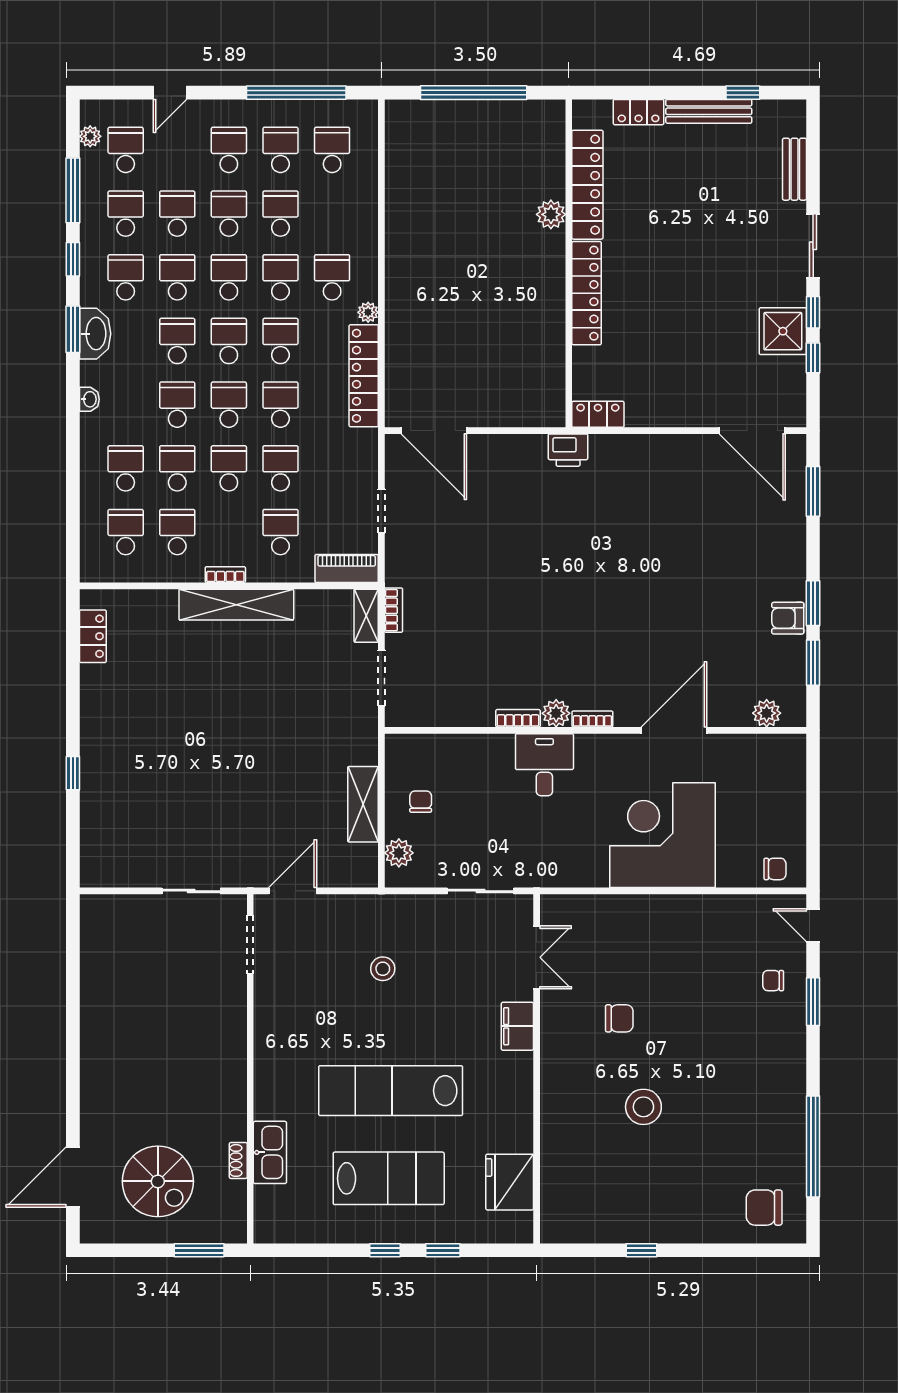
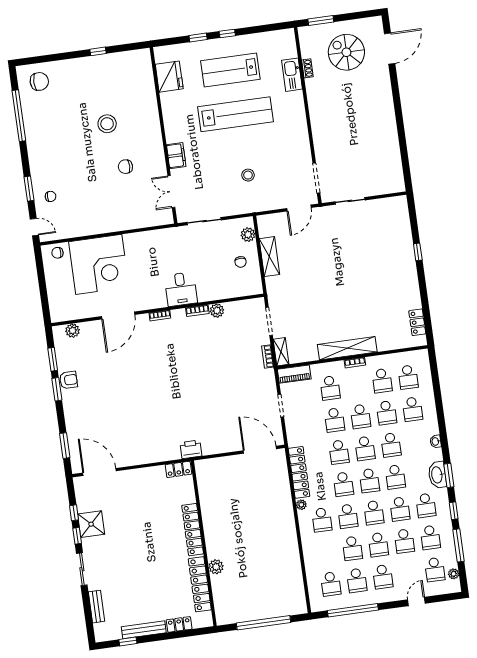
plant: (556, 713) -> (217, 311), moved
corner desk: (662, 835) -> (99, 264), moved

